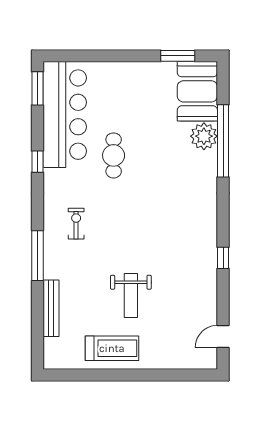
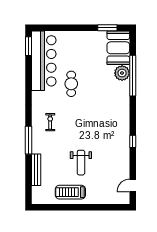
window: (37, 162) -> (28, 87), removed
treadmill: (112, 348) -> (70, 192), turned 180

